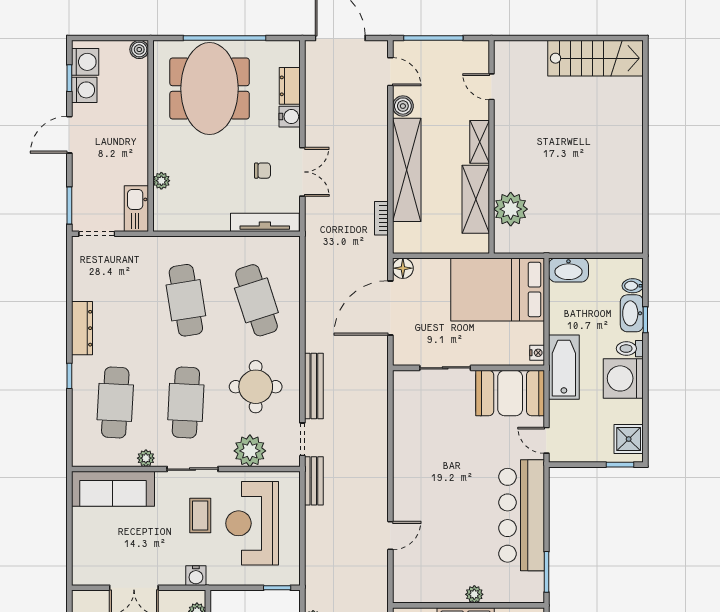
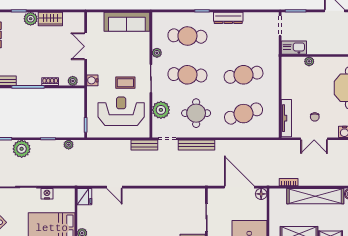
sofa: (113, 489) -> (127, 22), moved, turned -90
fridge: (408, 590) -> (84, 197), added

